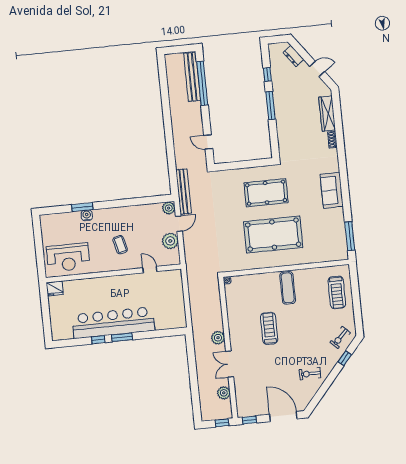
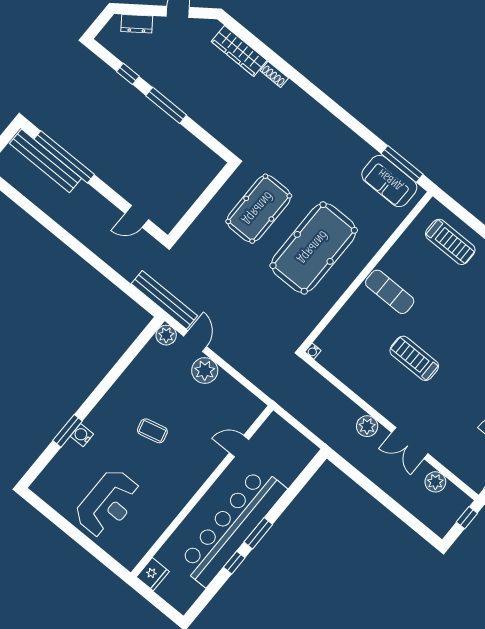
sofa: (332, 190) -> (389, 181), moved
door: (150, 270) -> (239, 446), moved
wall: (113, 273) -> (202, 491), moved
fridge: (55, 288) -> (153, 574), moved

